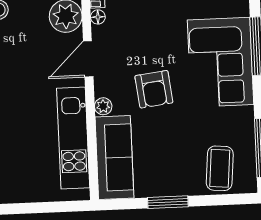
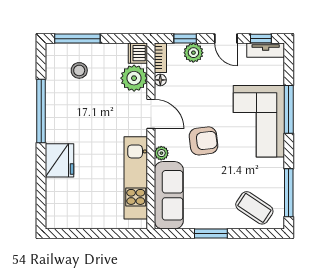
door: (88, 59) -> (151, 114), swing flipped
armchair: (154, 89) -> (203, 141), turned -90
coffee table: (220, 168) -> (254, 208), turned -61

